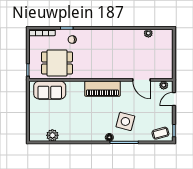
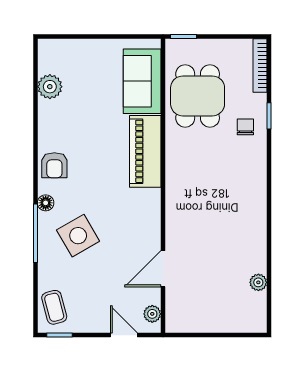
piano: (102, 89) -> (145, 151), moved
side table: (125, 121) -> (78, 236), turned 45
armchair: (91, 133) -> (54, 165), added

